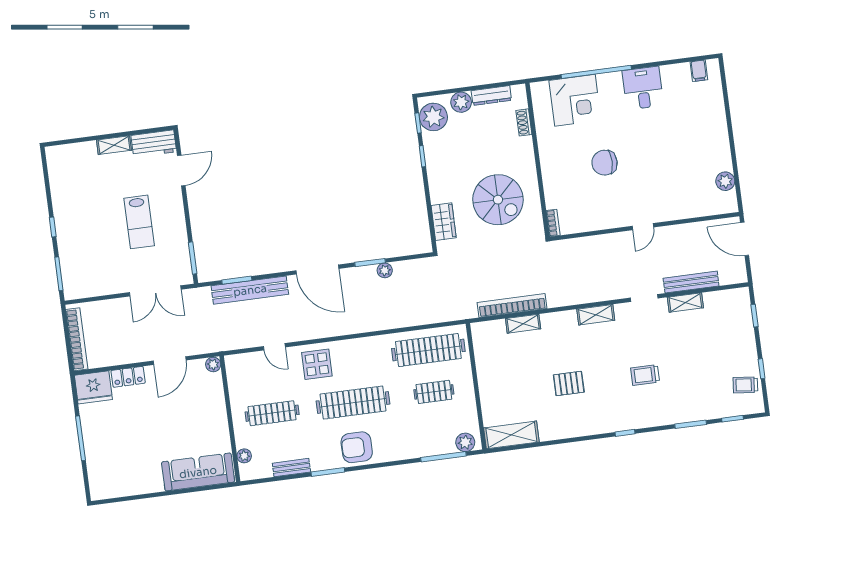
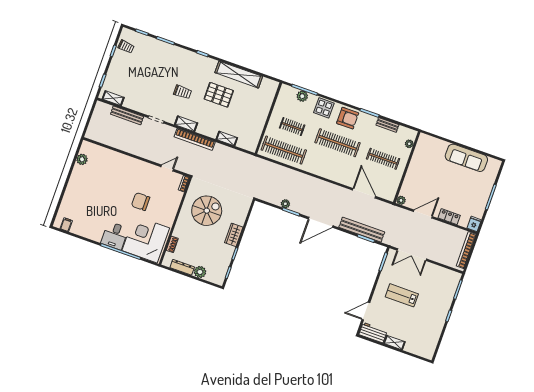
desk: (643, 88) -> (115, 236), moved
corner desk: (575, 100) -> (146, 239), width x1.36, depth x1.36
plant: (433, 117) -> (218, 272), removed
chair: (605, 163) -> (141, 202), turned 180
spiral stairs: (498, 200) -> (207, 211), turned 90
lab bench: (139, 222) -> (402, 295), turned -90
wardrobe: (444, 222) -> (234, 235), moved
door: (643, 227) -> (167, 168), moved
door: (744, 239) -> (87, 124), removed
door: (317, 270) -> (321, 222), swing flipped
double door: (155, 291) -> (412, 255), swing flipped
shelving: (685, 303) -> (113, 98), moved
bookcase: (512, 305) -> (195, 139), moved
door: (274, 347) -> (364, 193), width x1.88
display table: (317, 364) -> (324, 108), moved
trolley: (645, 375) -> (183, 92), moved
pallet: (569, 383) -> (219, 95), width x1.50, depth x1.42
fridge: (93, 387) -> (474, 224), width x0.53, depth x0.75
shelving: (511, 435) -> (239, 75), moved, width x1.47
plant: (465, 442) -> (302, 96), moved
sofa: (198, 472) -> (466, 158), moved

